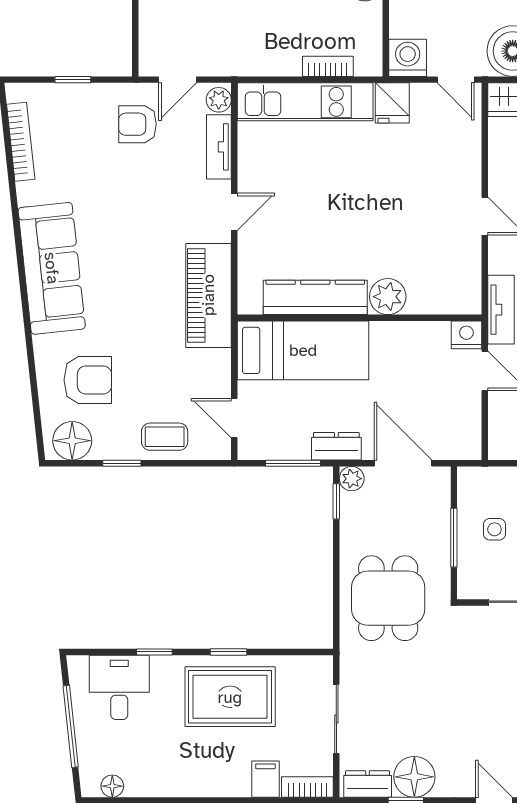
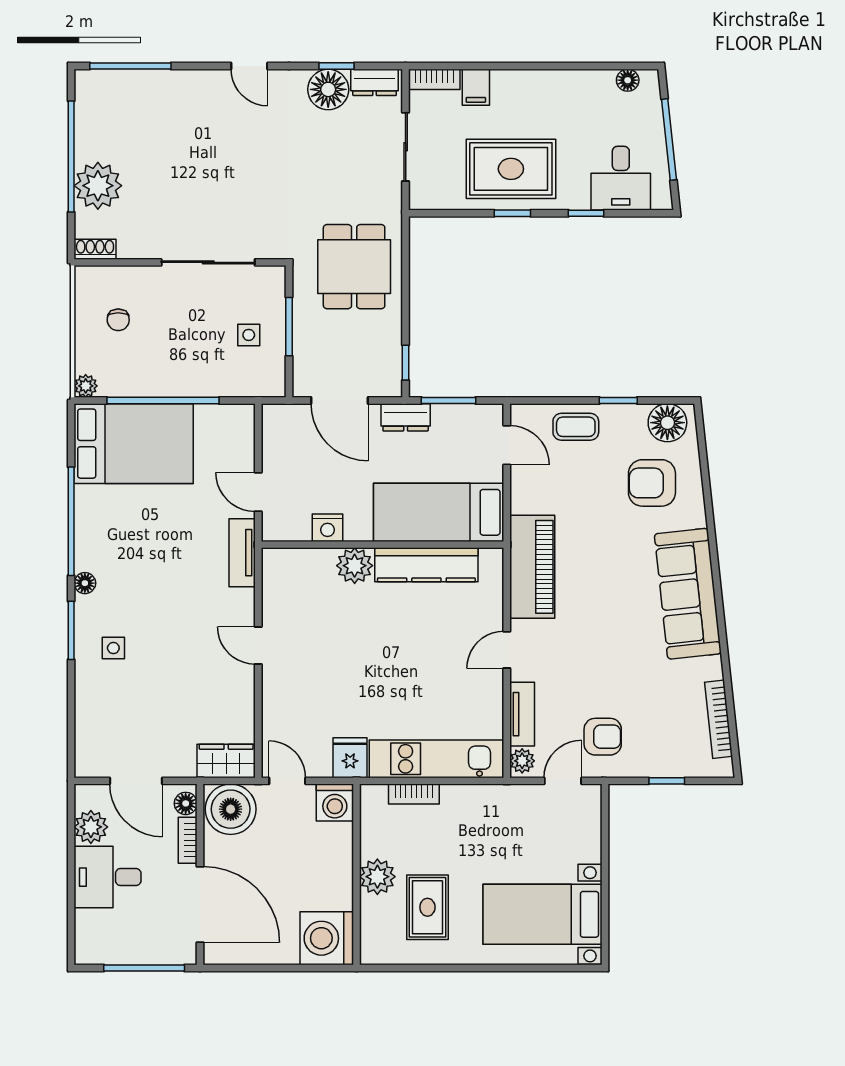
nightstand: (466, 335) -> (327, 528), moved
plant: (352, 479) -> (390, 385), removed

